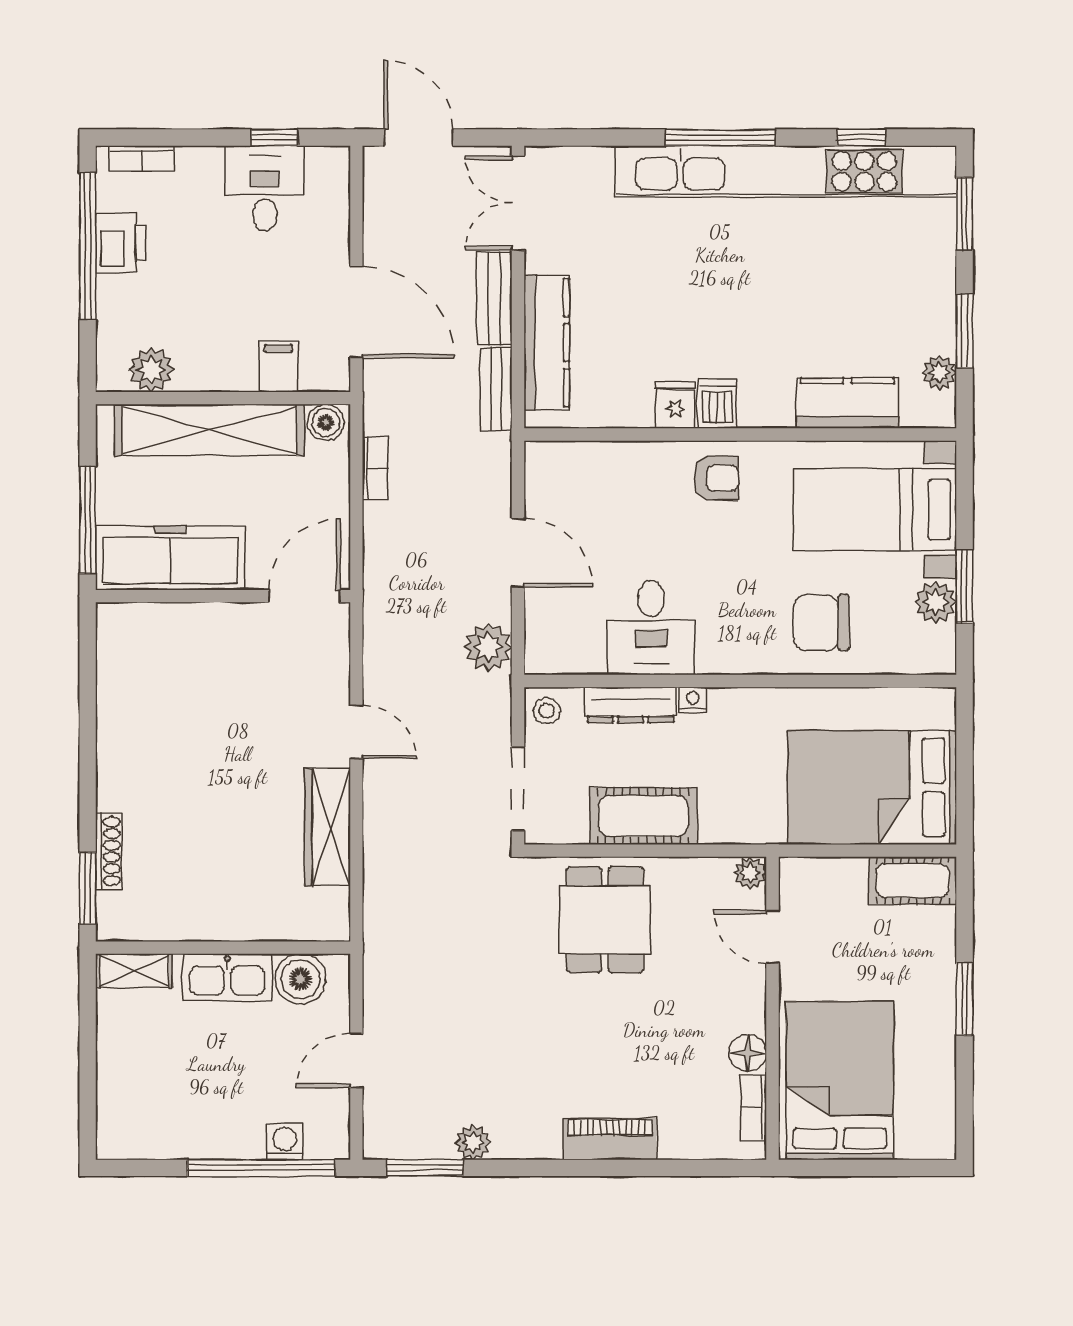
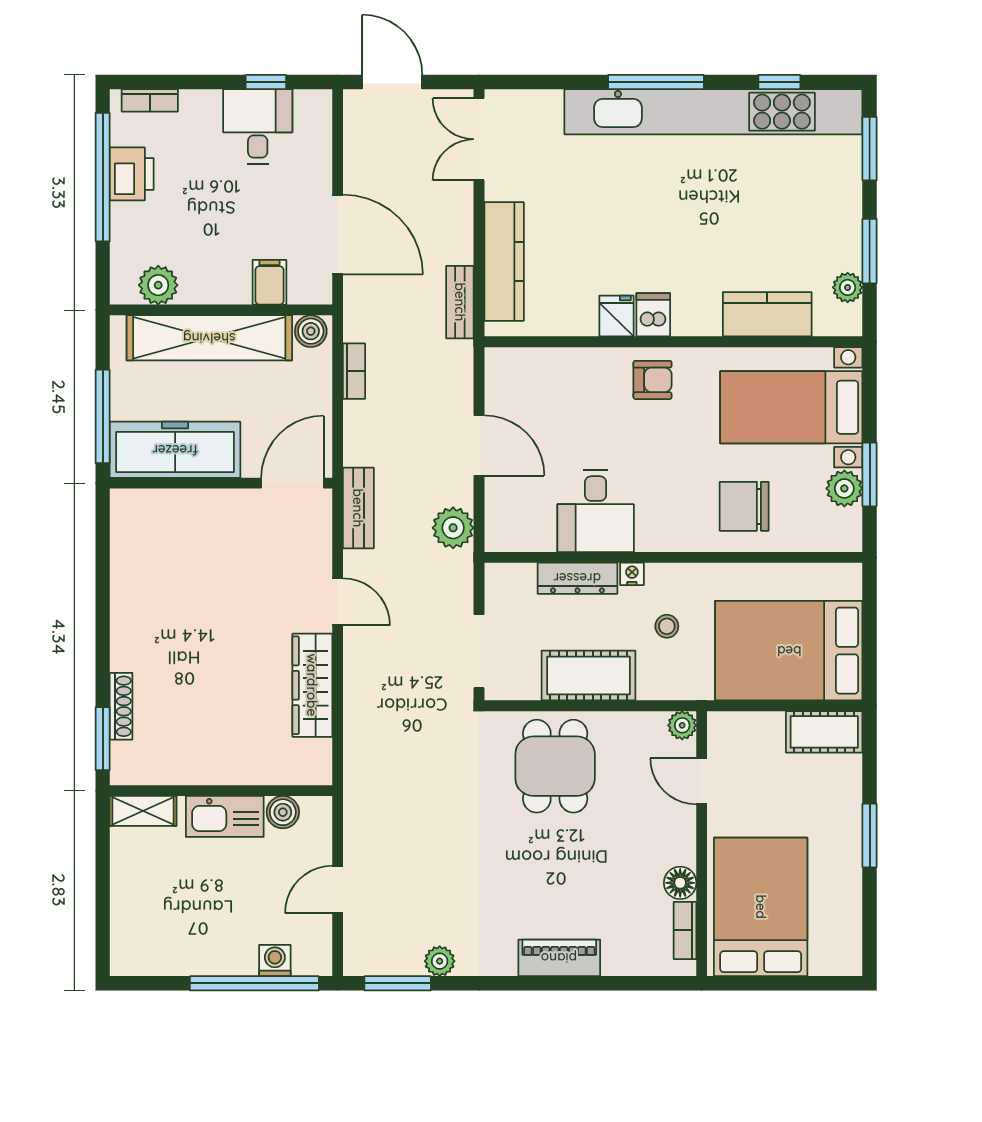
bench: (494, 298) -> (358, 508), moved
stool: (547, 711) -> (667, 626), moved
boiler: (300, 979) -> (283, 812), width x0.73, depth x0.73

